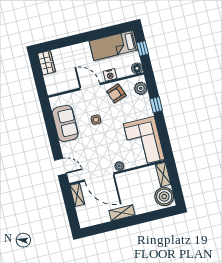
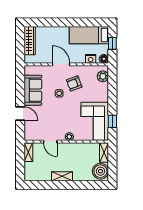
wardrobe: (47, 63) -> (30, 41), width x1.50
nightstand: (110, 75) -> (91, 59), moved
armchair: (116, 93) -> (74, 83), moved
window: (156, 105) -> (112, 121), moved
door: (60, 167) -> (20, 113), moved
door: (99, 177) -> (50, 142), width x0.53

